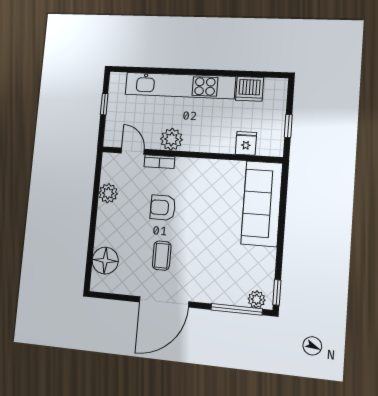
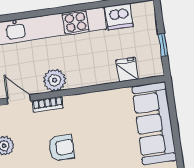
armchair: (163, 208) -> (61, 148), turned 180

